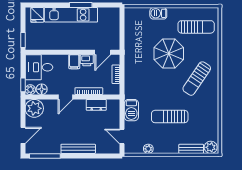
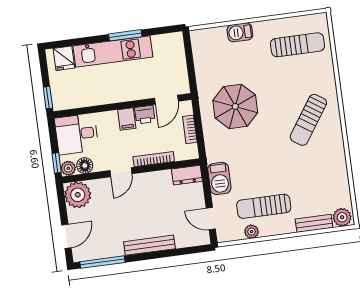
parasol: (169, 53) -> (235, 106), moved
dresser: (96, 105) -> (187, 175), moved
sun lounger: (170, 117) -> (264, 206), moved

